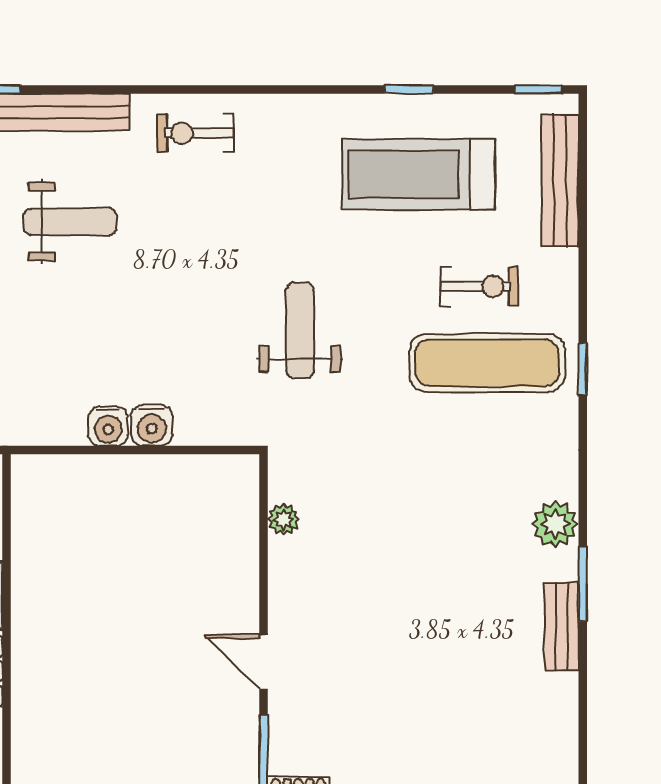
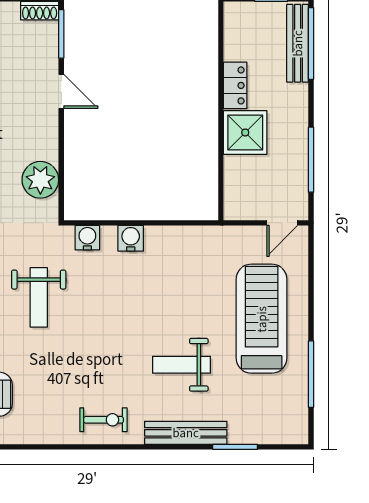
water cooler: (108, 426) -> (87, 238), moved
plant: (283, 519) -> (40, 180), width x1.88, depth x1.88

